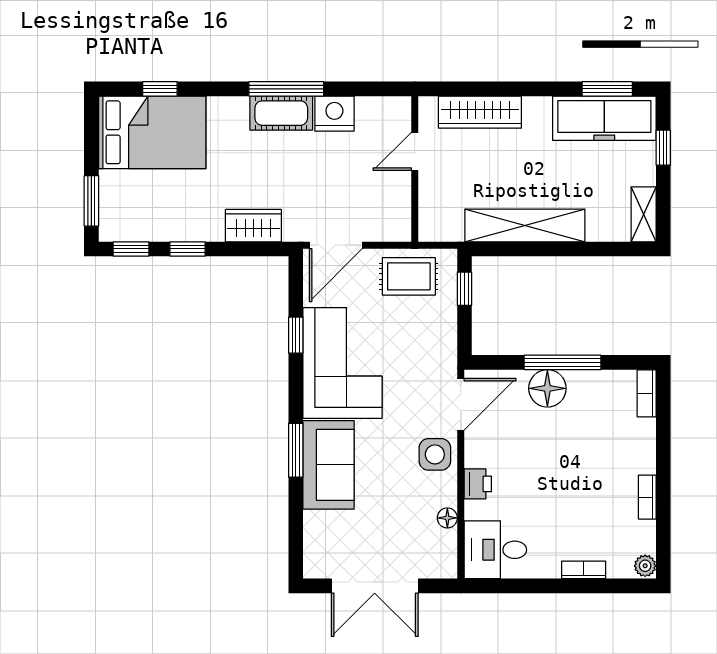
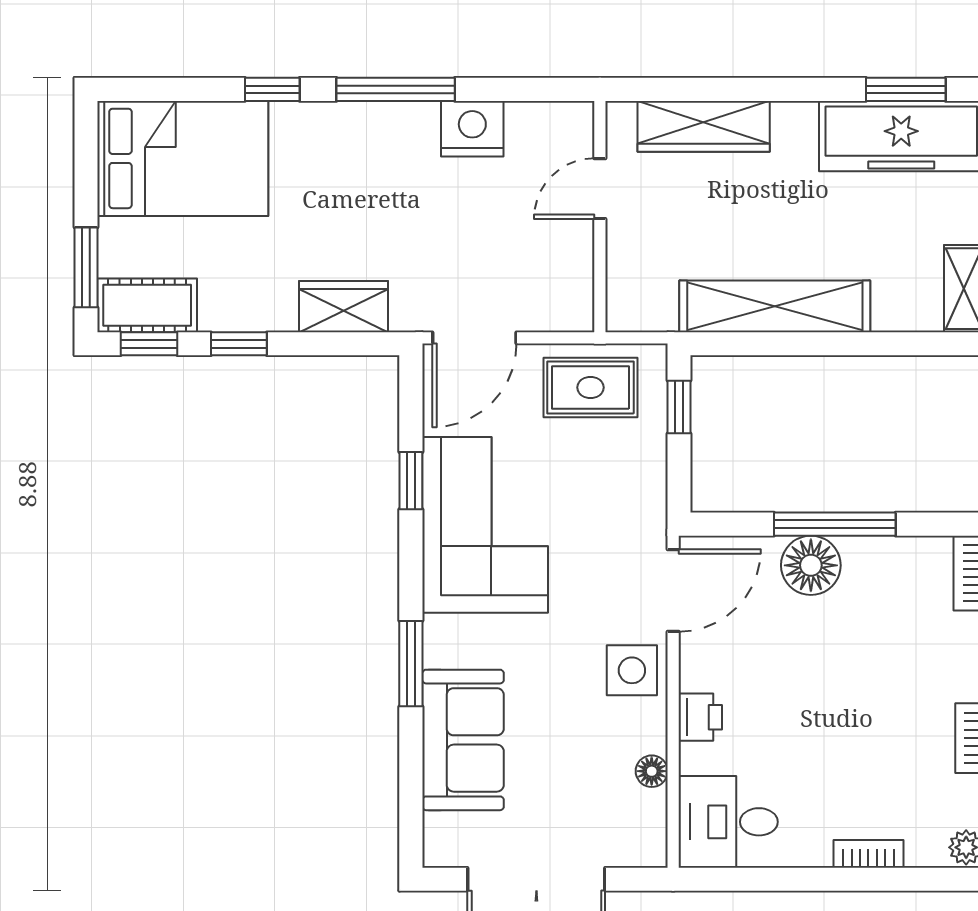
window: (160, 89) -> (272, 89), moved
cot: (281, 113) -> (147, 305), moved
sofa: (329, 465) -> (463, 740), moved

